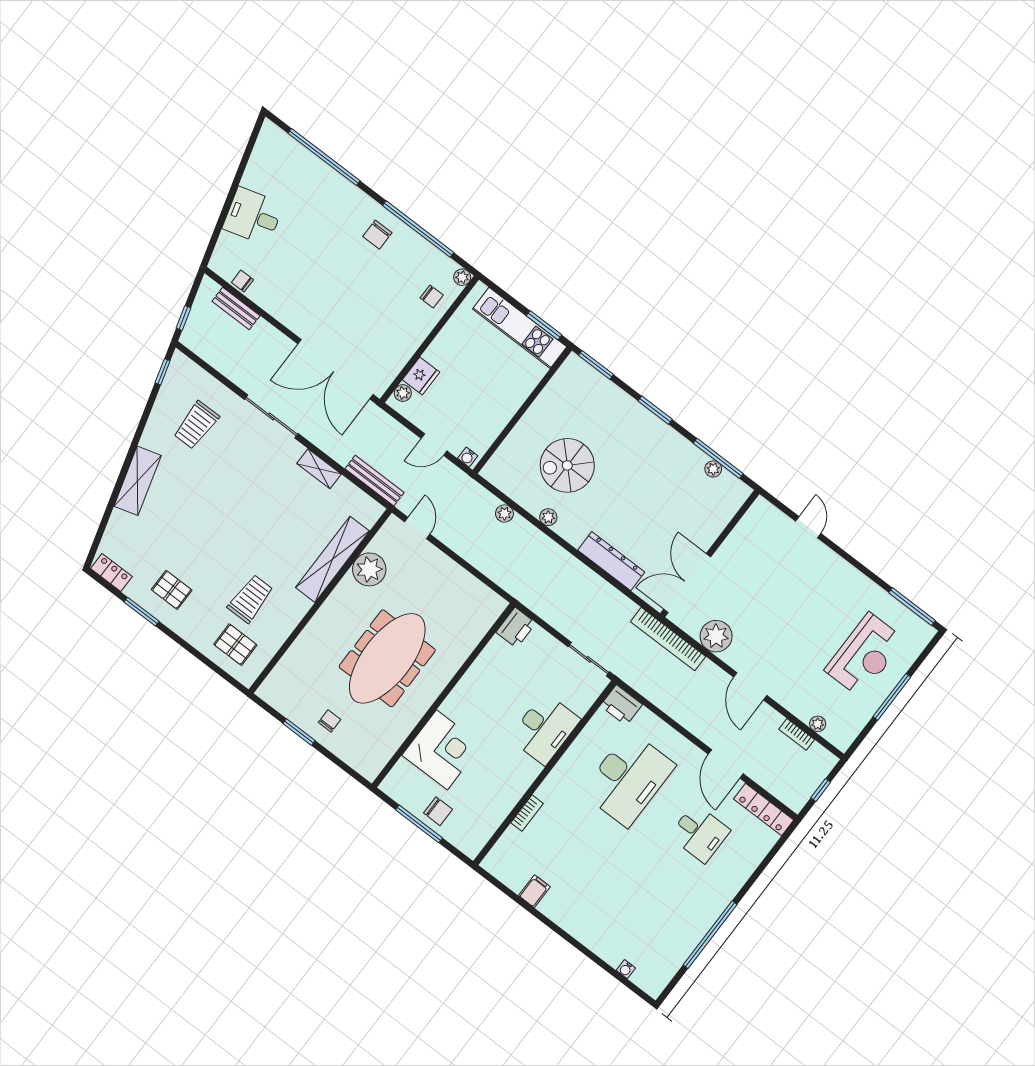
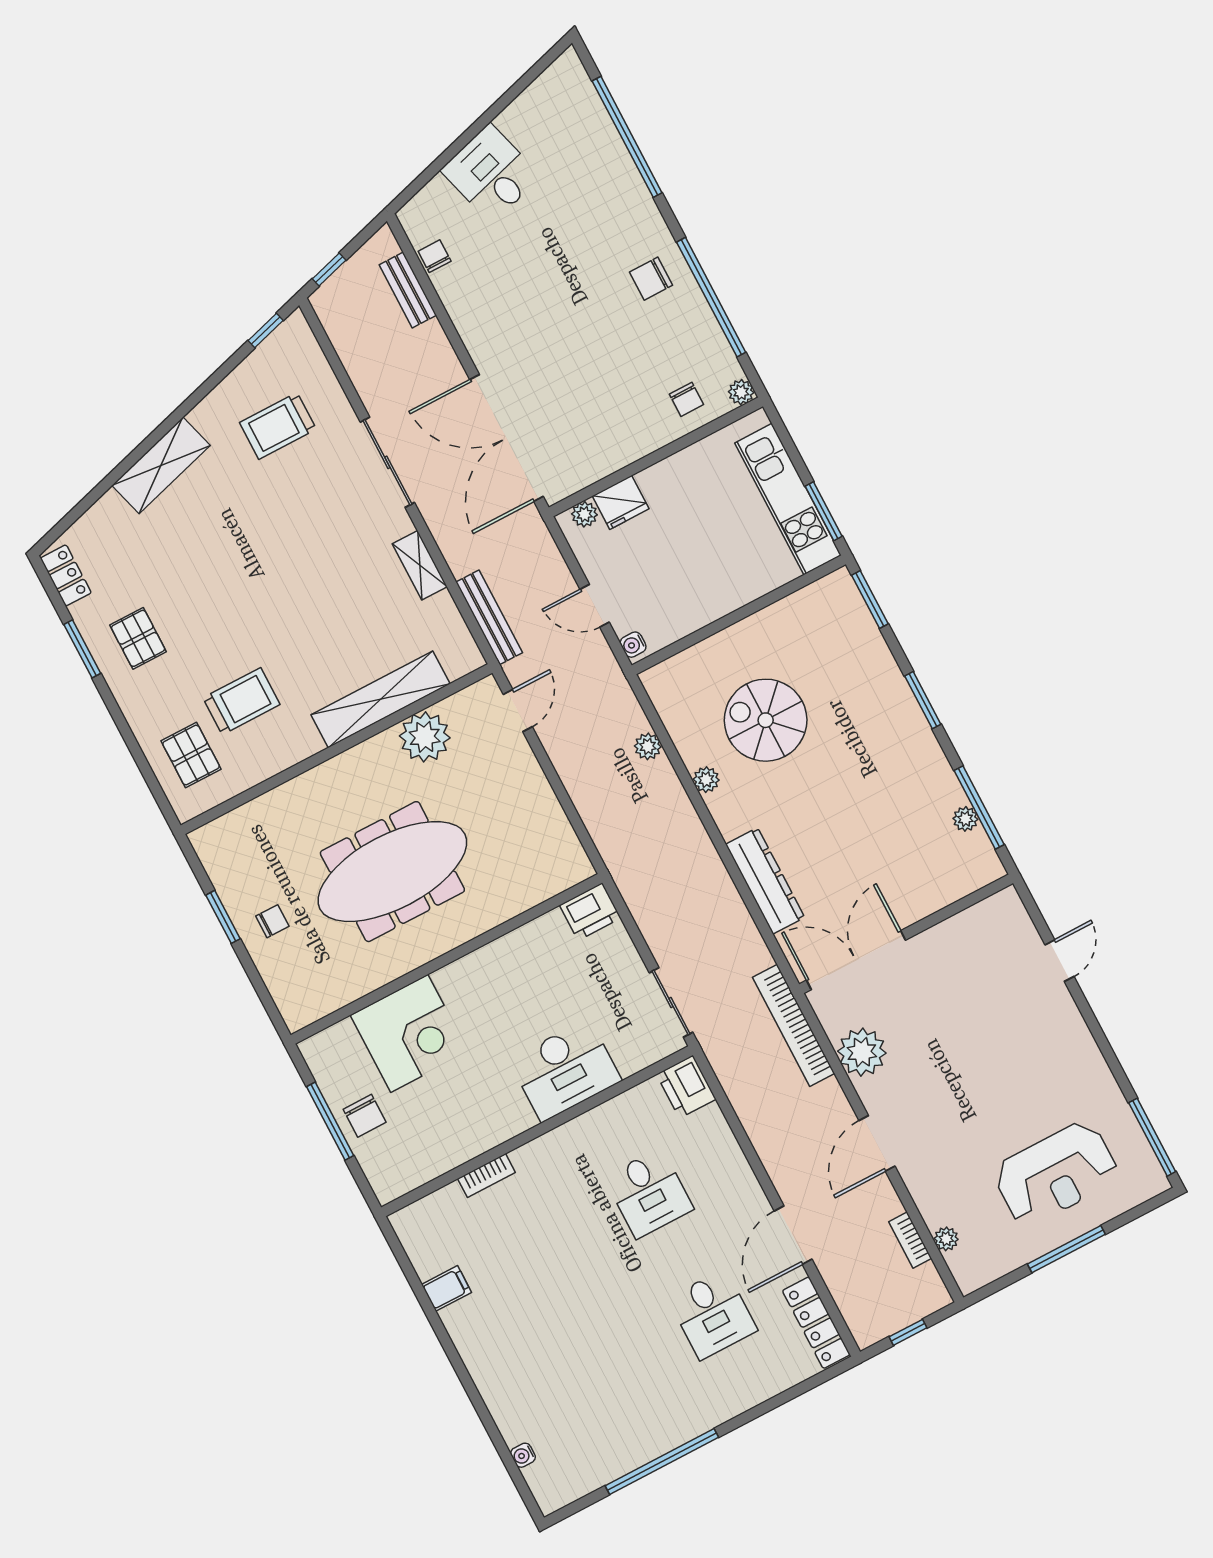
desk: (628, 779) -> (649, 1193), width x0.53, depth x0.77

